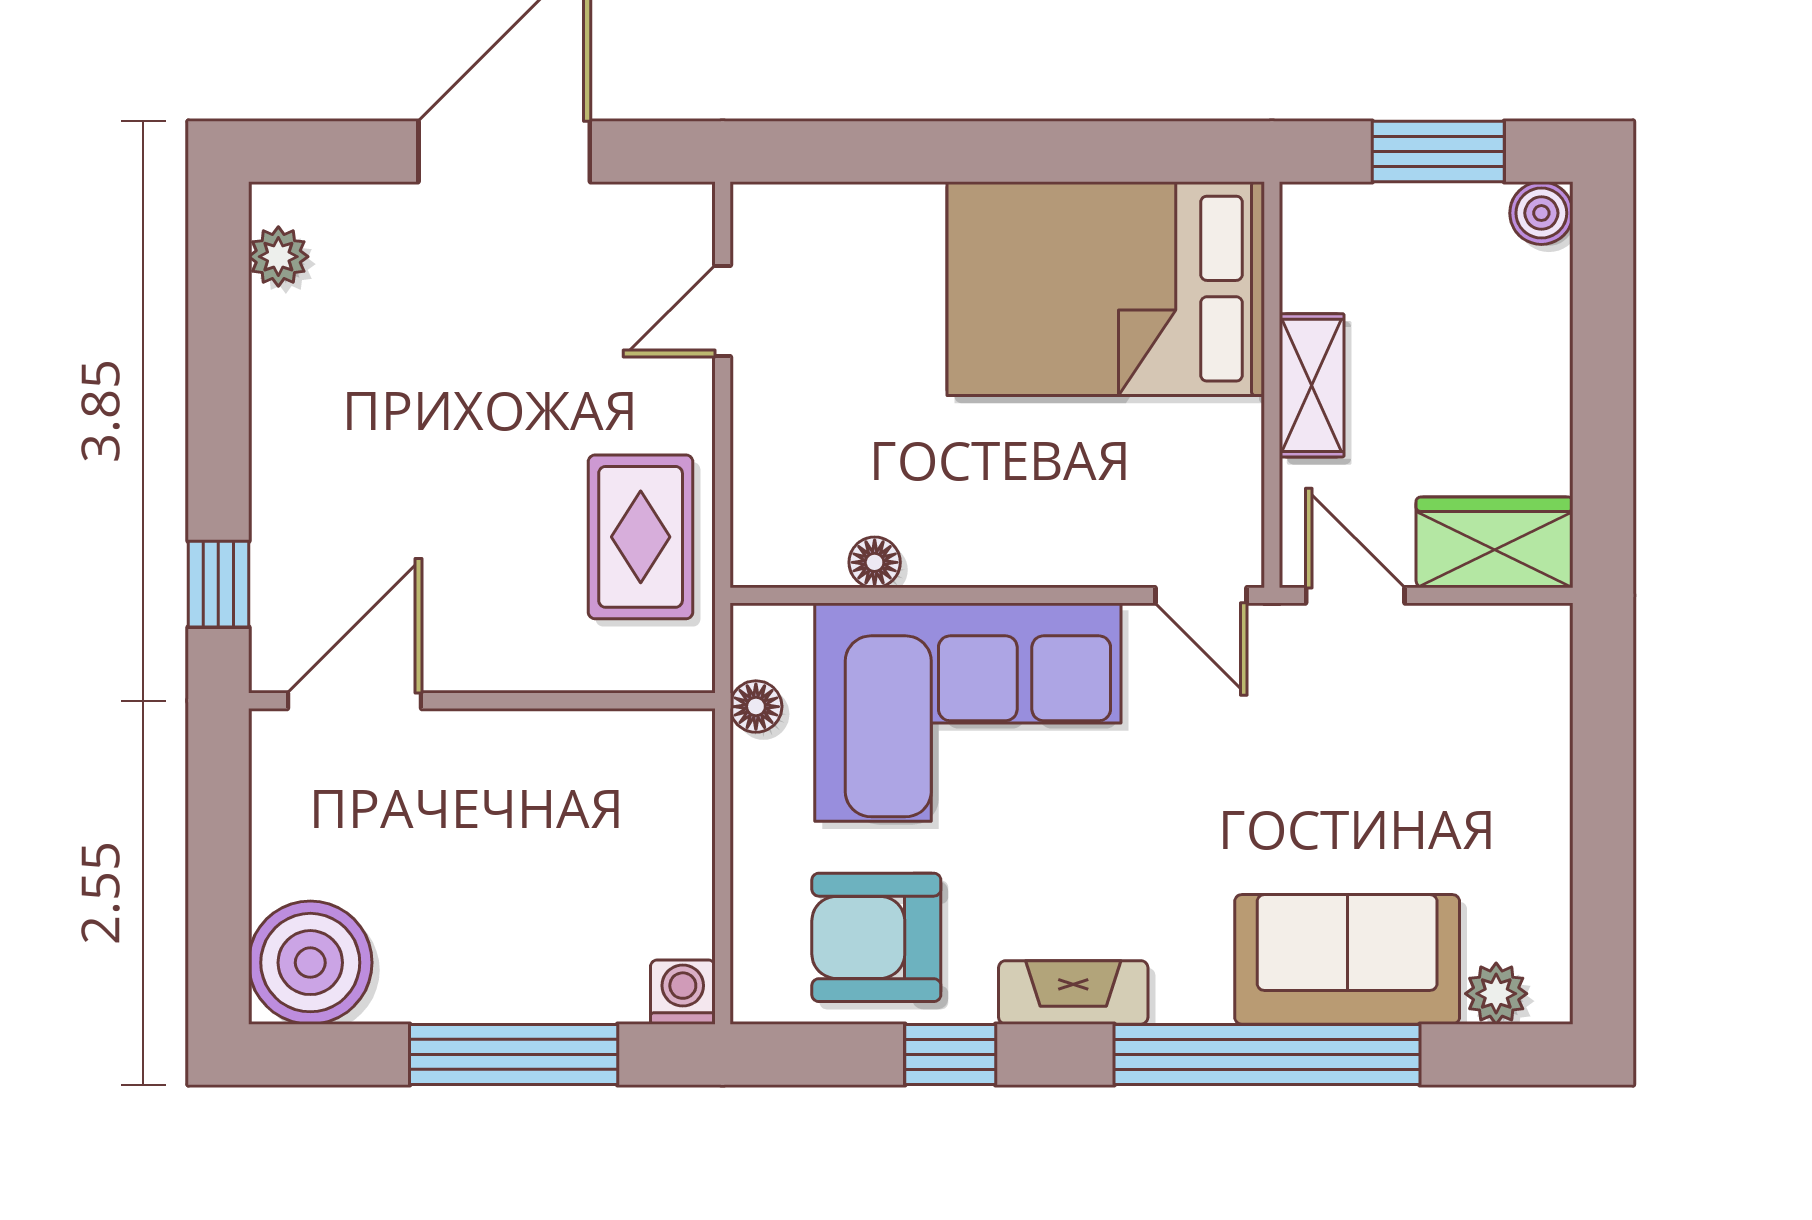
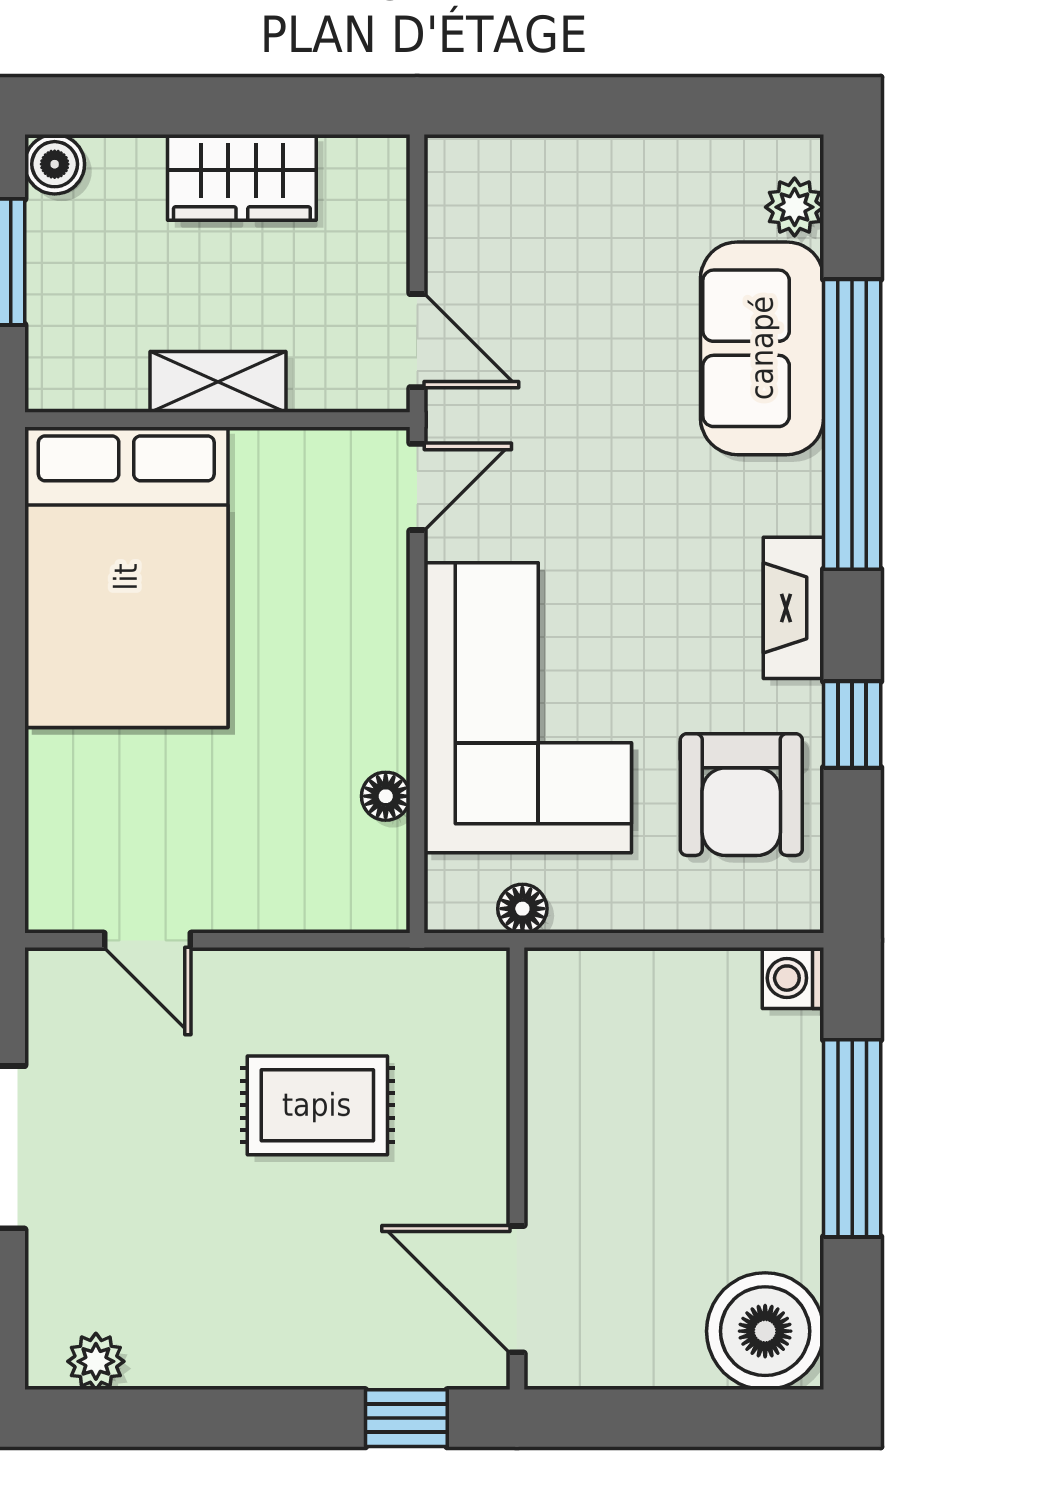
rug: (641, 537) -> (317, 1105), moved
wardrobe: (1495, 542) -> (242, 177), moved, turned -90
door: (1355, 595) -> (417, 341), swing flipped

